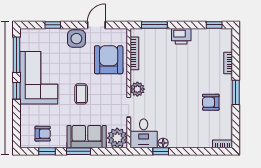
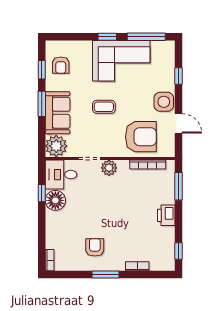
floor lamp: (163, 143) -> (55, 200), width x1.89, depth x1.89

